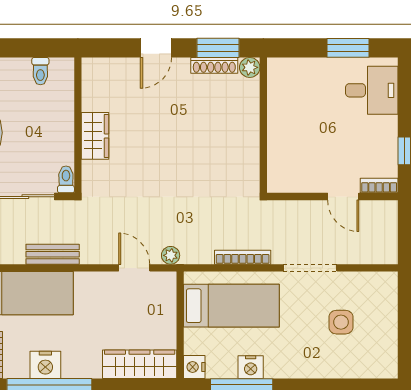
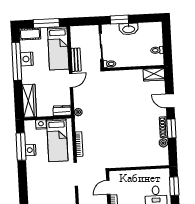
wall: (263, 125) -> (139, 168), moved
wardrobe: (95, 136) -> (154, 75), moved
door: (134, 268) -> (71, 80), moved
dresser: (165, 292) -> (62, 111), added
side table: (341, 322) -> (52, 189), removed
nightstand: (194, 367) -> (41, 124), moved

